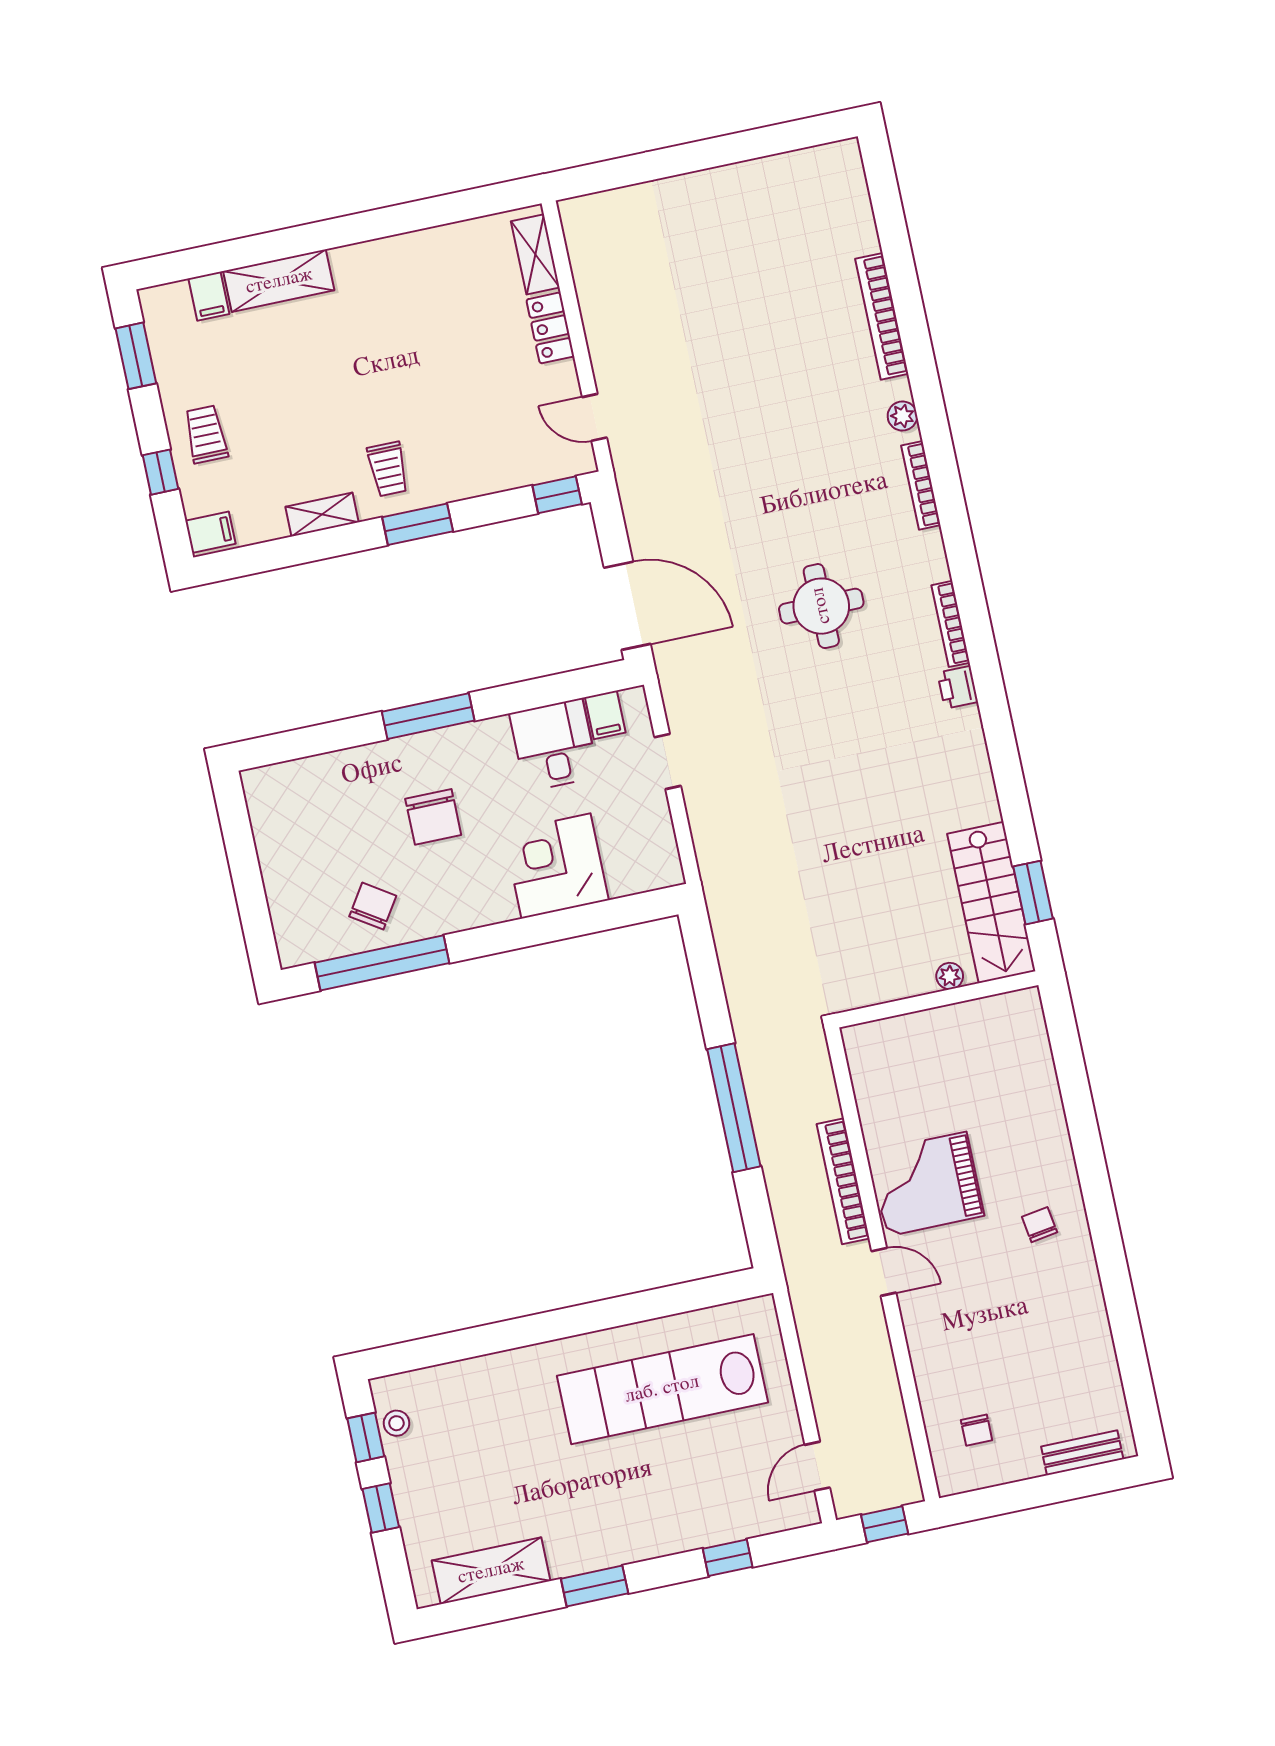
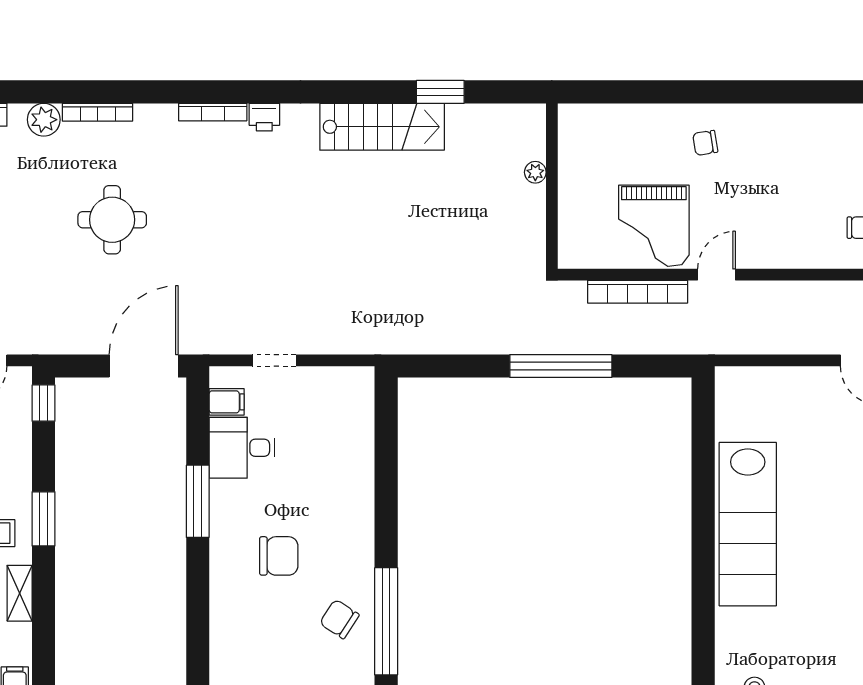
plant: (902, 416) -> (44, 120), width x1.38, depth x1.38
round table: (821, 606) -> (112, 220), moved
window: (428, 716) -> (198, 501), moved
corner desk: (556, 866) -> (339, 467), removed
stairs: (991, 902) -> (382, 127), moved
plant: (950, 976) -> (535, 172), moved
wall: (937, 999) -> (552, 186), moved
lab bench: (662, 1389) -> (748, 524), moved

